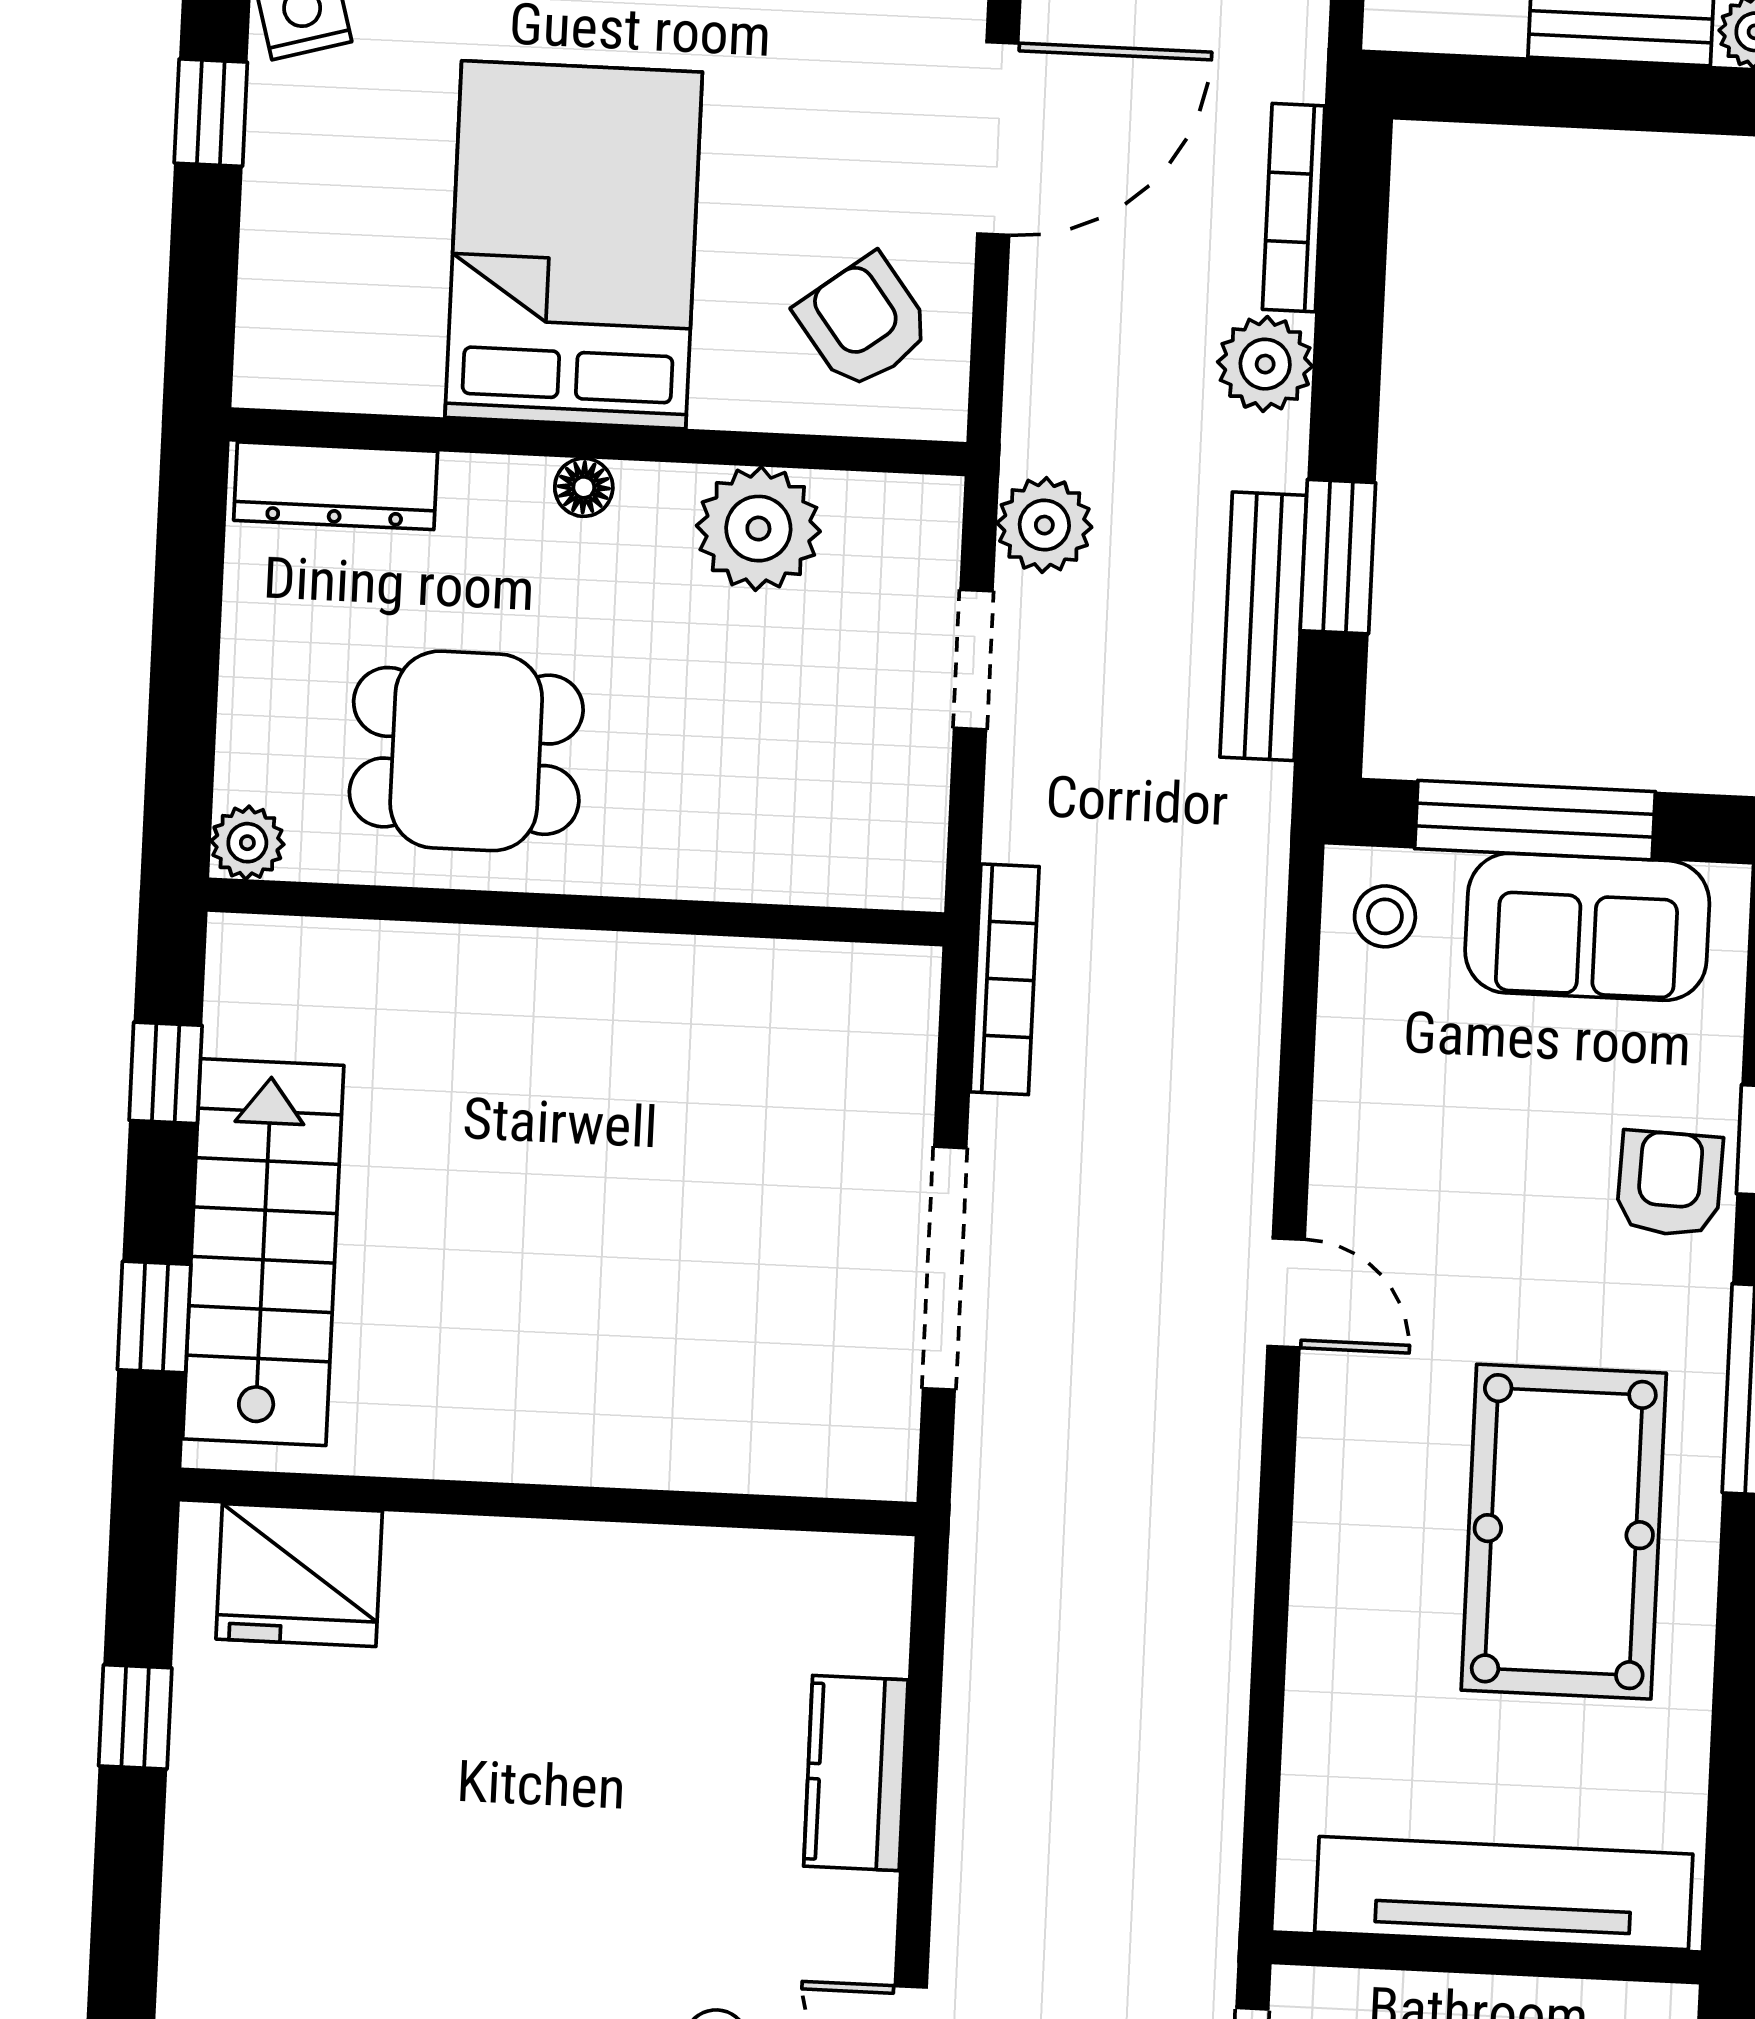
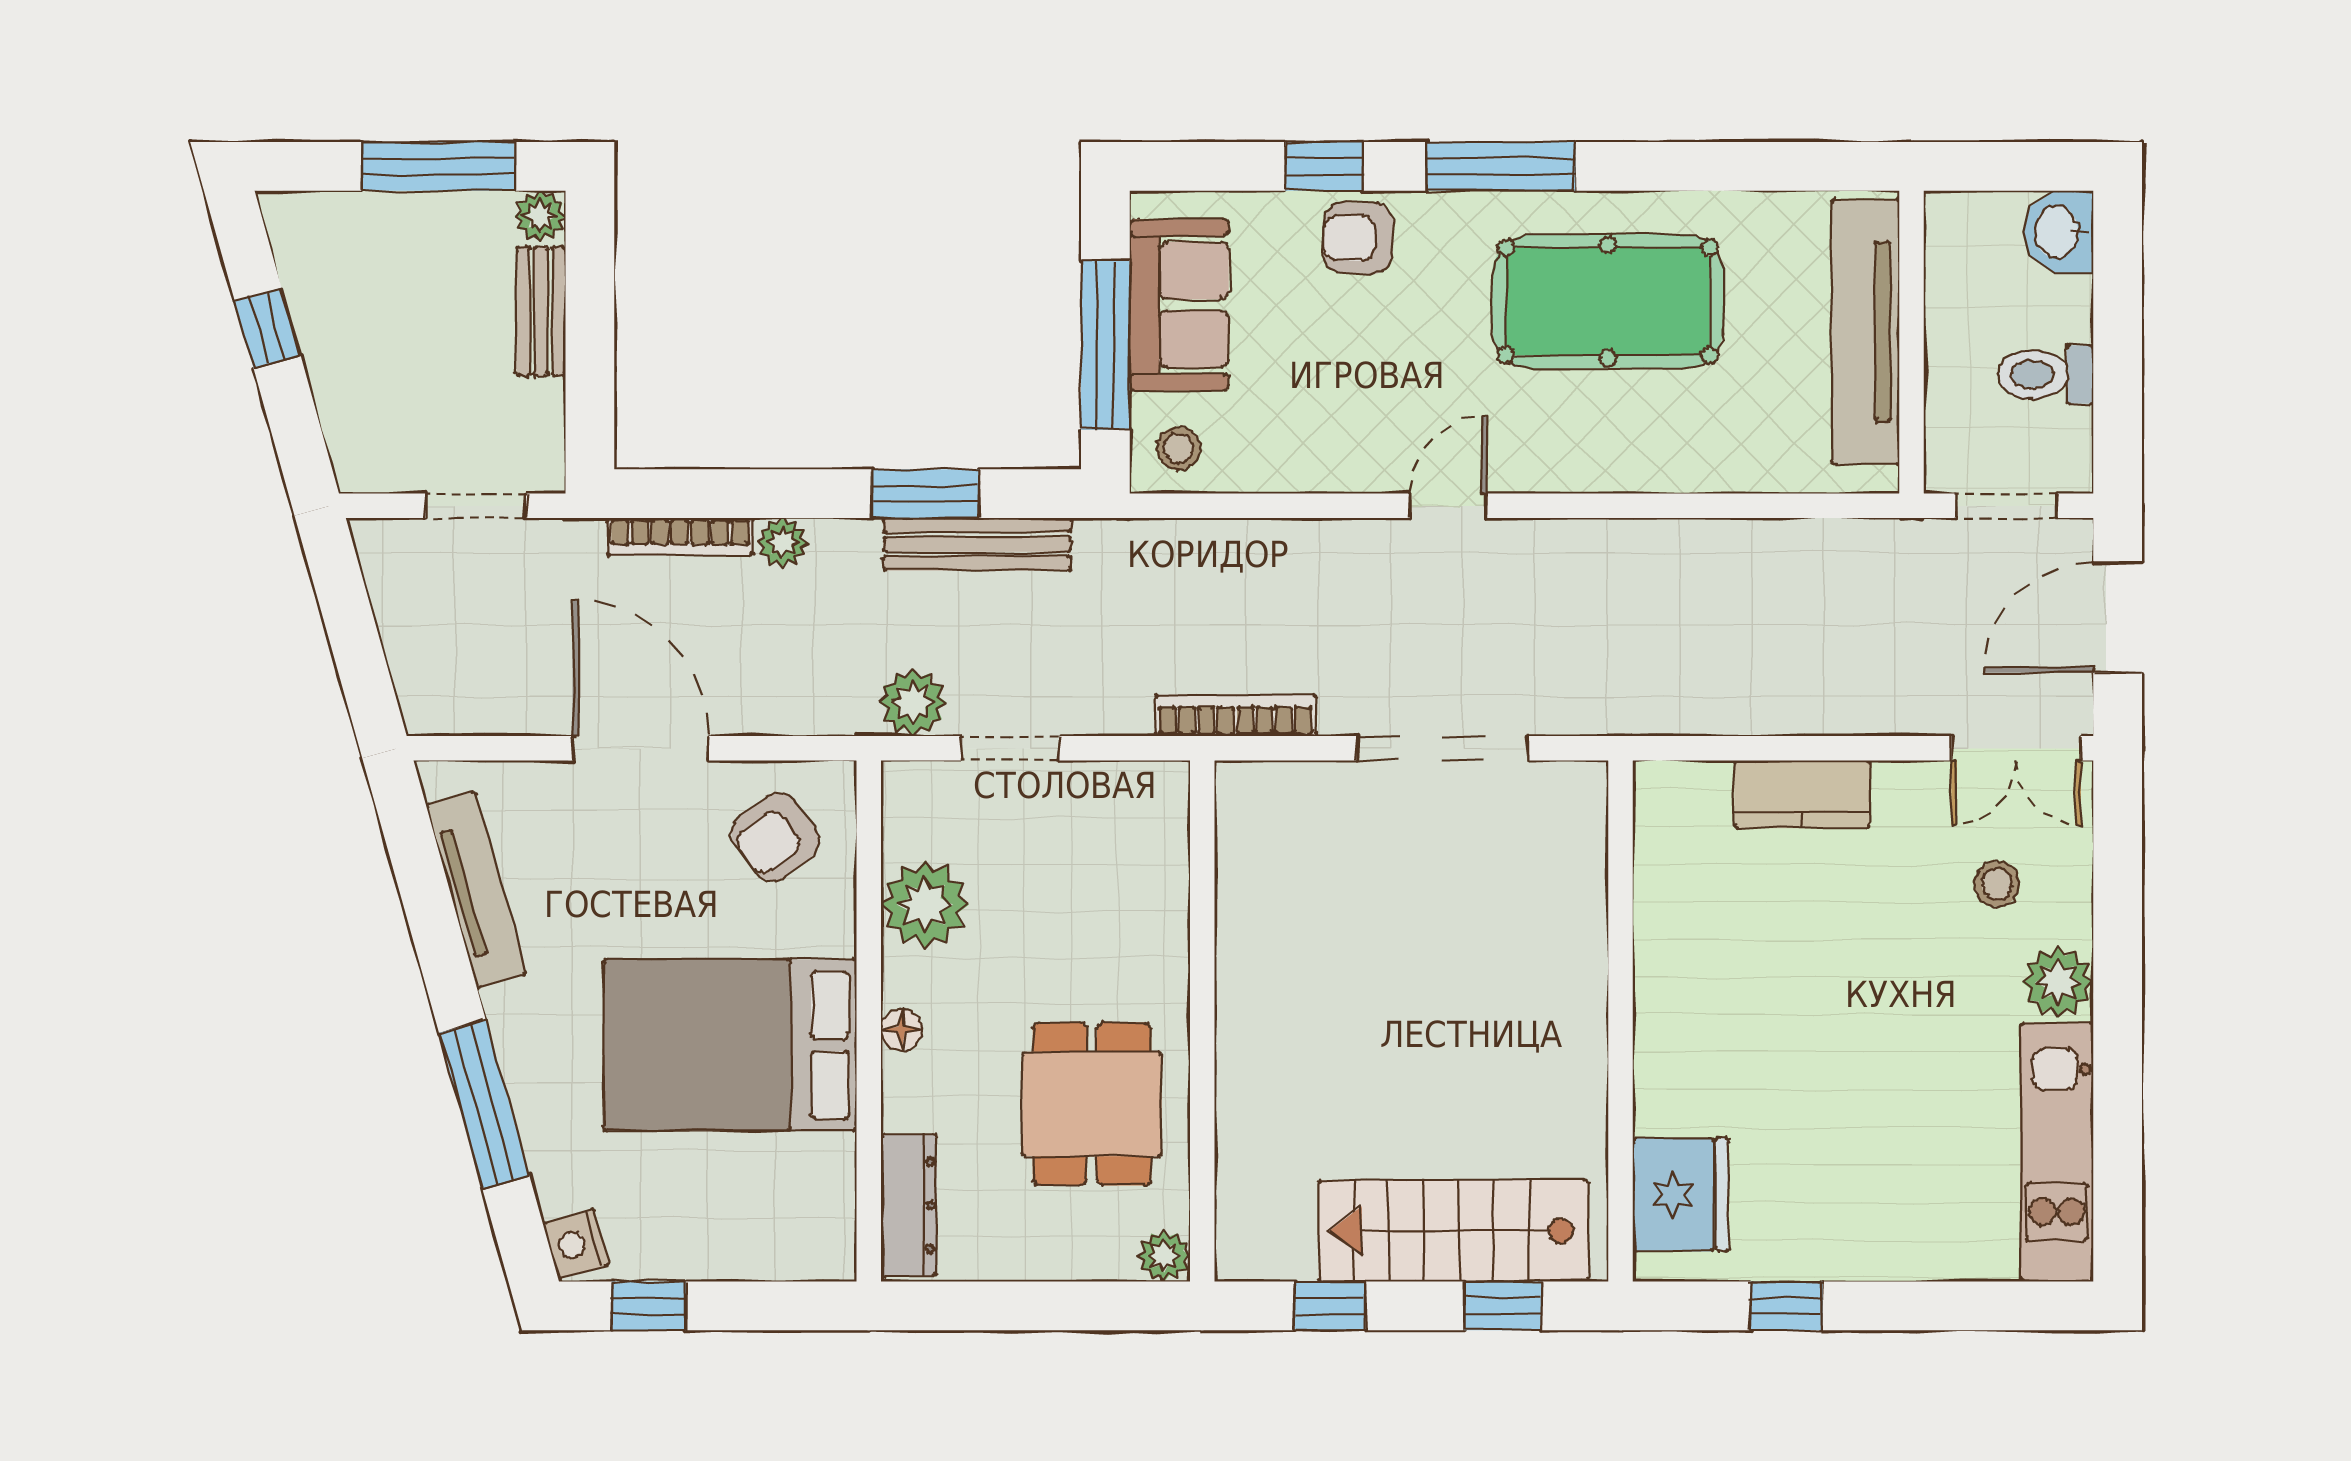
plant: (1265, 364) -> (782, 542), width x0.73, depth x0.73

